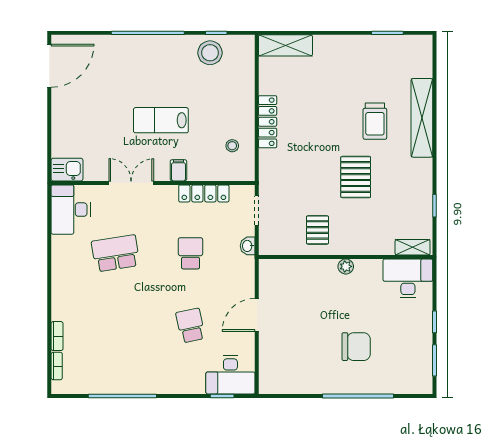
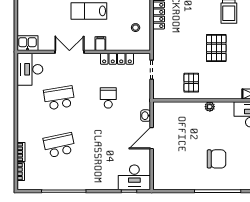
washbasin: (248, 246) -> (146, 116), moved
school desk: (190, 326) -> (59, 145), moved, width x1.85

